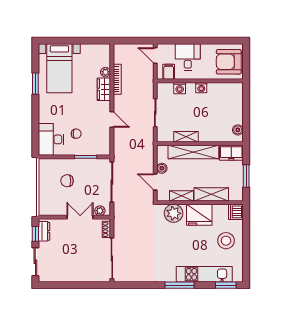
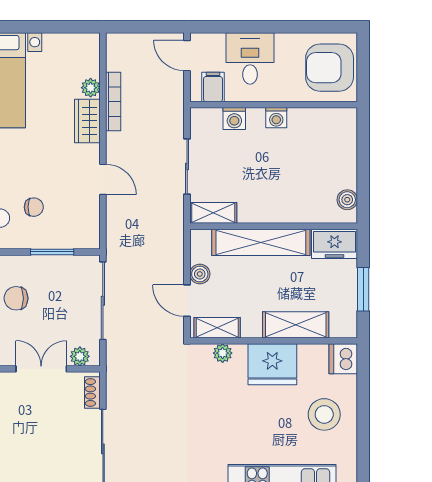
shelving: (186, 137) -> (213, 213), moved
shelving: (181, 196) -> (217, 328), moved
plant: (174, 213) -> (223, 353), width x0.53, depth x0.53

